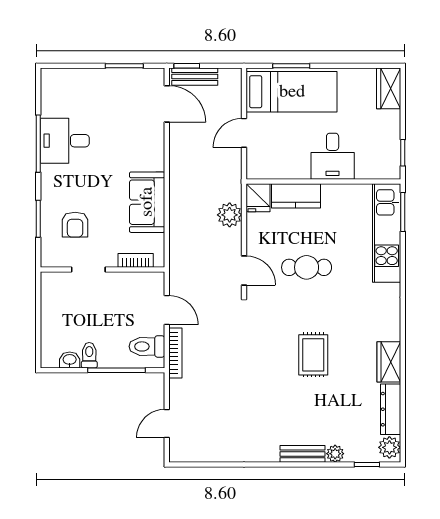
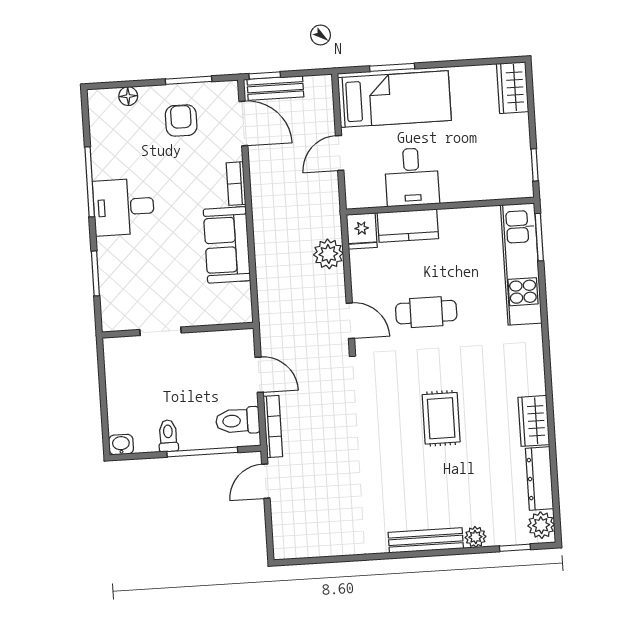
floor lamp: (74, 76) -> (128, 96), added
desk: (65, 141) -> (124, 207), moved
desk: (333, 156) -> (412, 177), moved
armchair: (75, 225) -> (181, 121), moved, turned 180
bookcase: (136, 260) -> (236, 184), moved, turned -90
washbasin: (70, 360) -> (121, 445), moved
door: (167, 424) -> (266, 481), moved
bench: (302, 454) -> (426, 540), width x1.36

